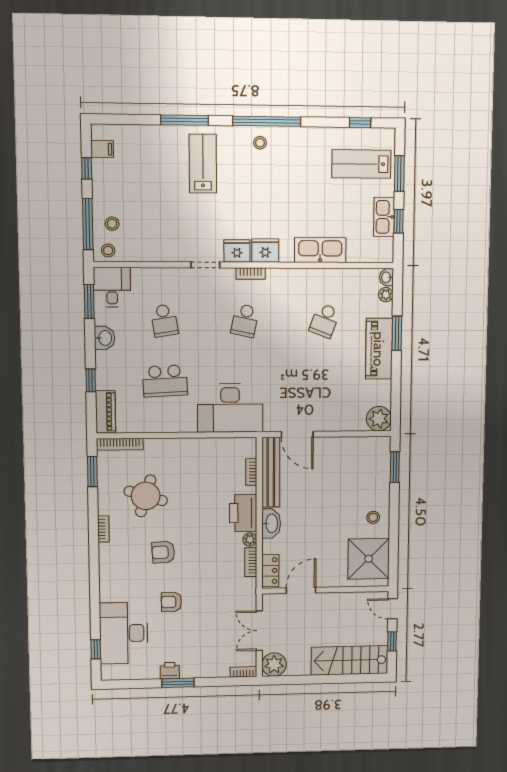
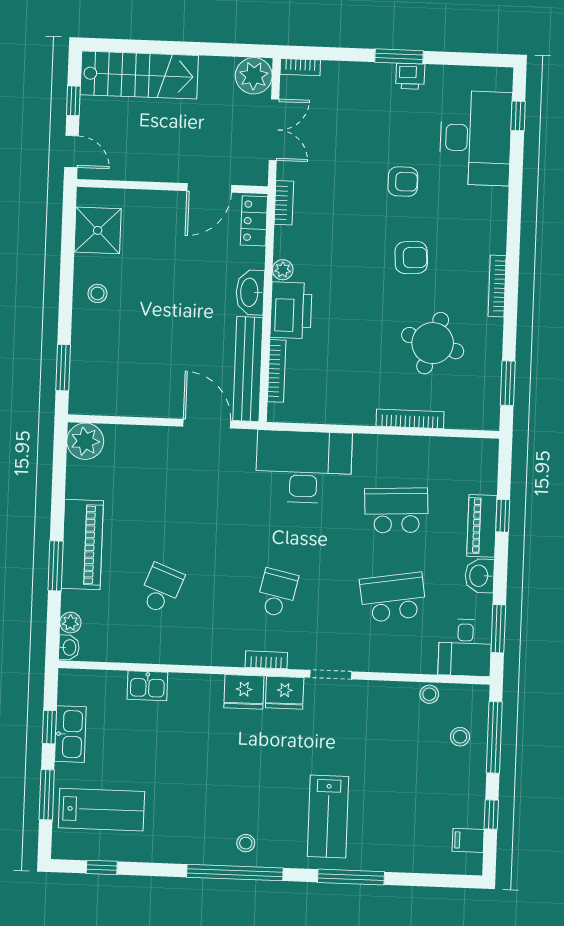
stool: (108, 250) -> (429, 694), moved
kitchen sink: (320, 250) -> (147, 686), width x0.53, depth x0.81
school desk: (164, 320) -> (393, 597), width x1.85
piano: (106, 412) -> (482, 526), moved
bookcase: (120, 444) -> (410, 419), moved
bookcase: (251, 472) -> (277, 371), width x1.56
bookcase: (103, 529) -> (497, 286), width x1.56
shower: (369, 559) -> (98, 230), width x0.73, depth x0.73
bookcase: (251, 562) -> (284, 203), moved

